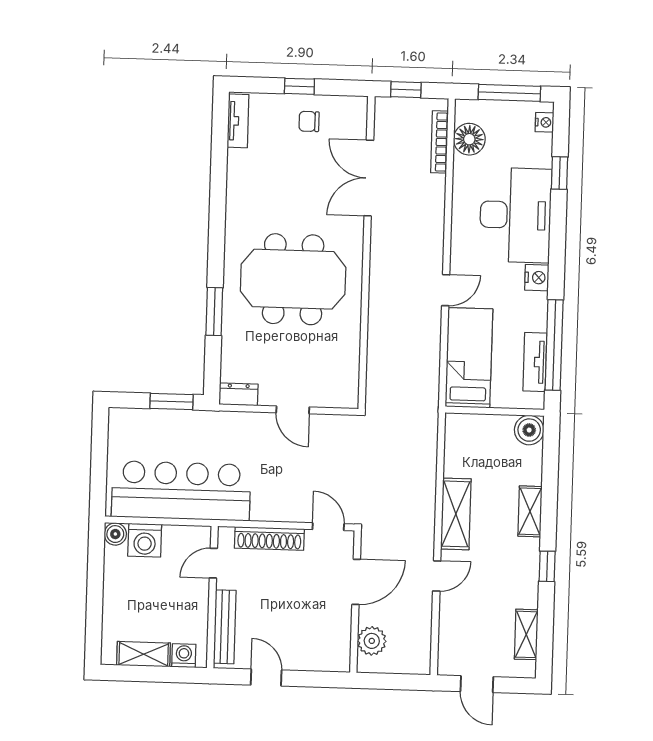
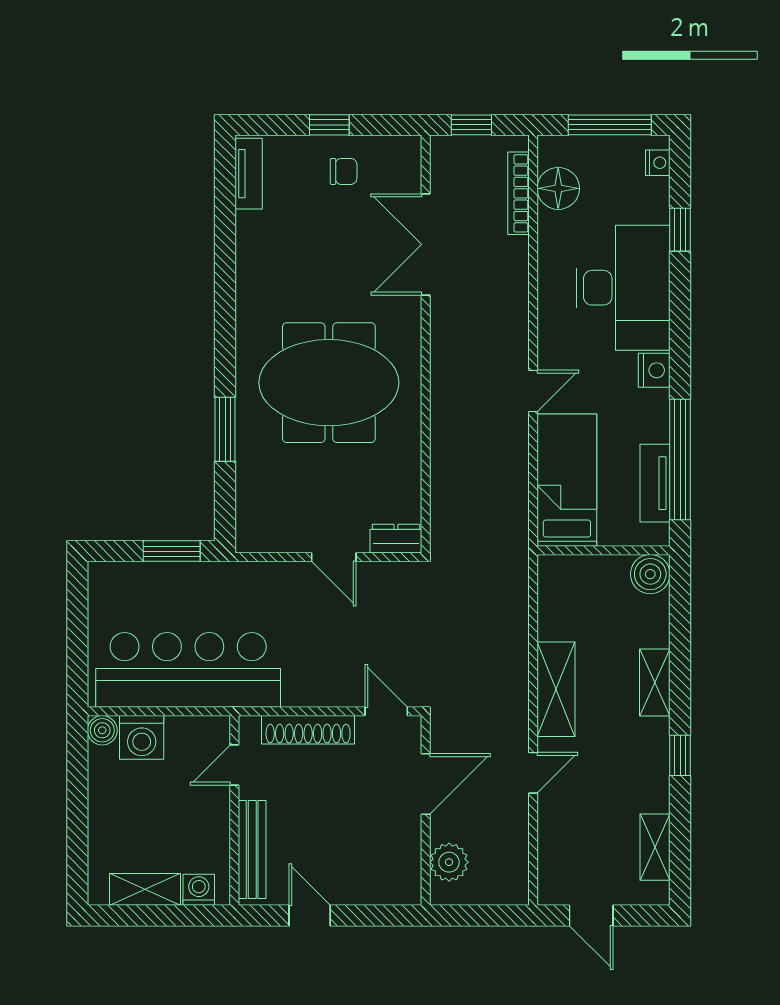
chair: (309, 121) -> (344, 171), turned 180
dresser: (238, 394) -> (396, 539), moved

